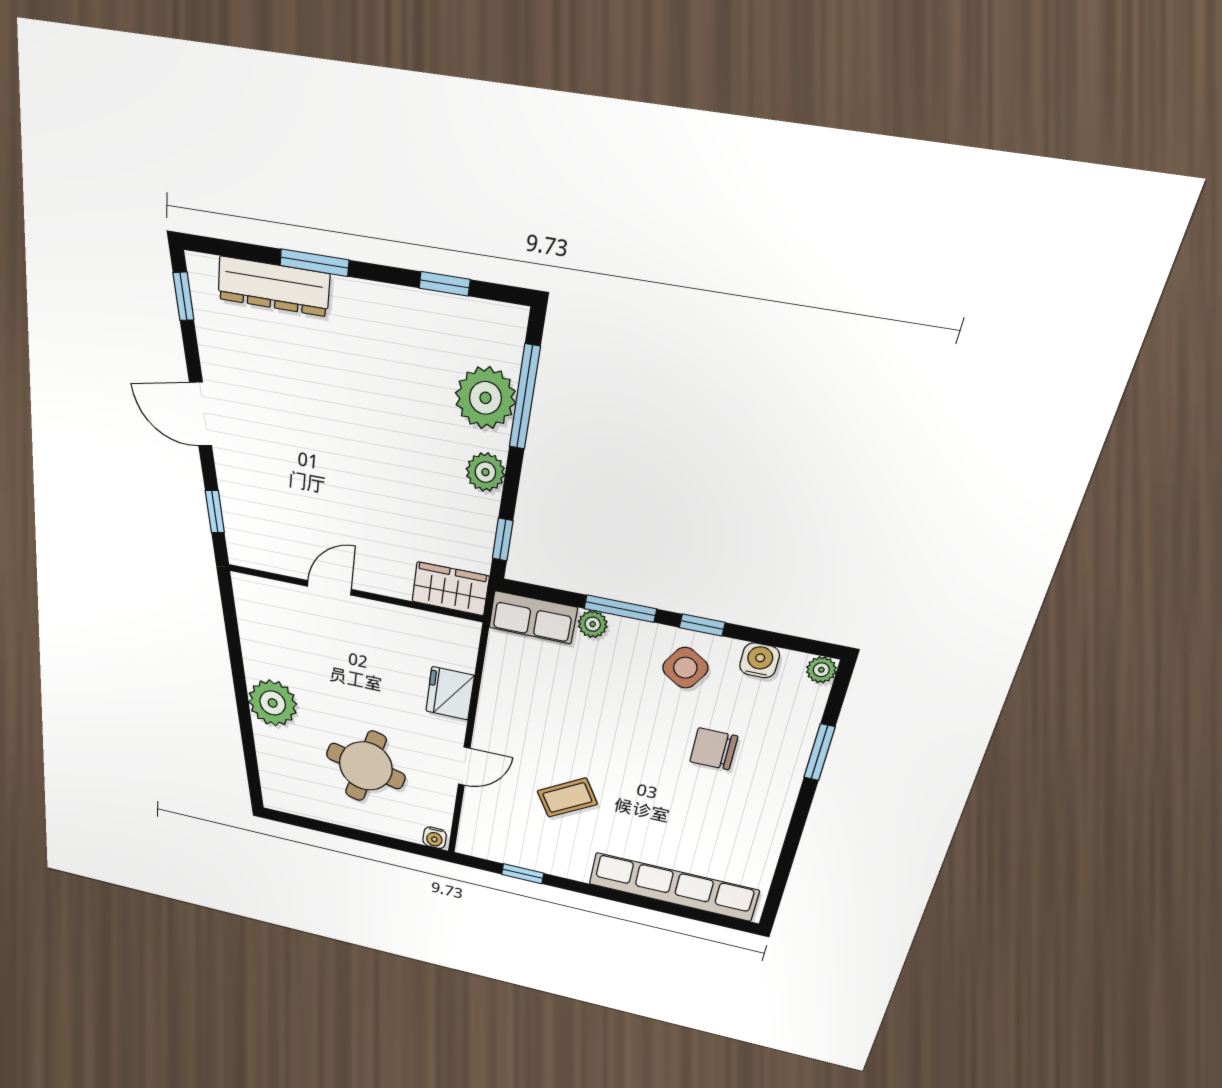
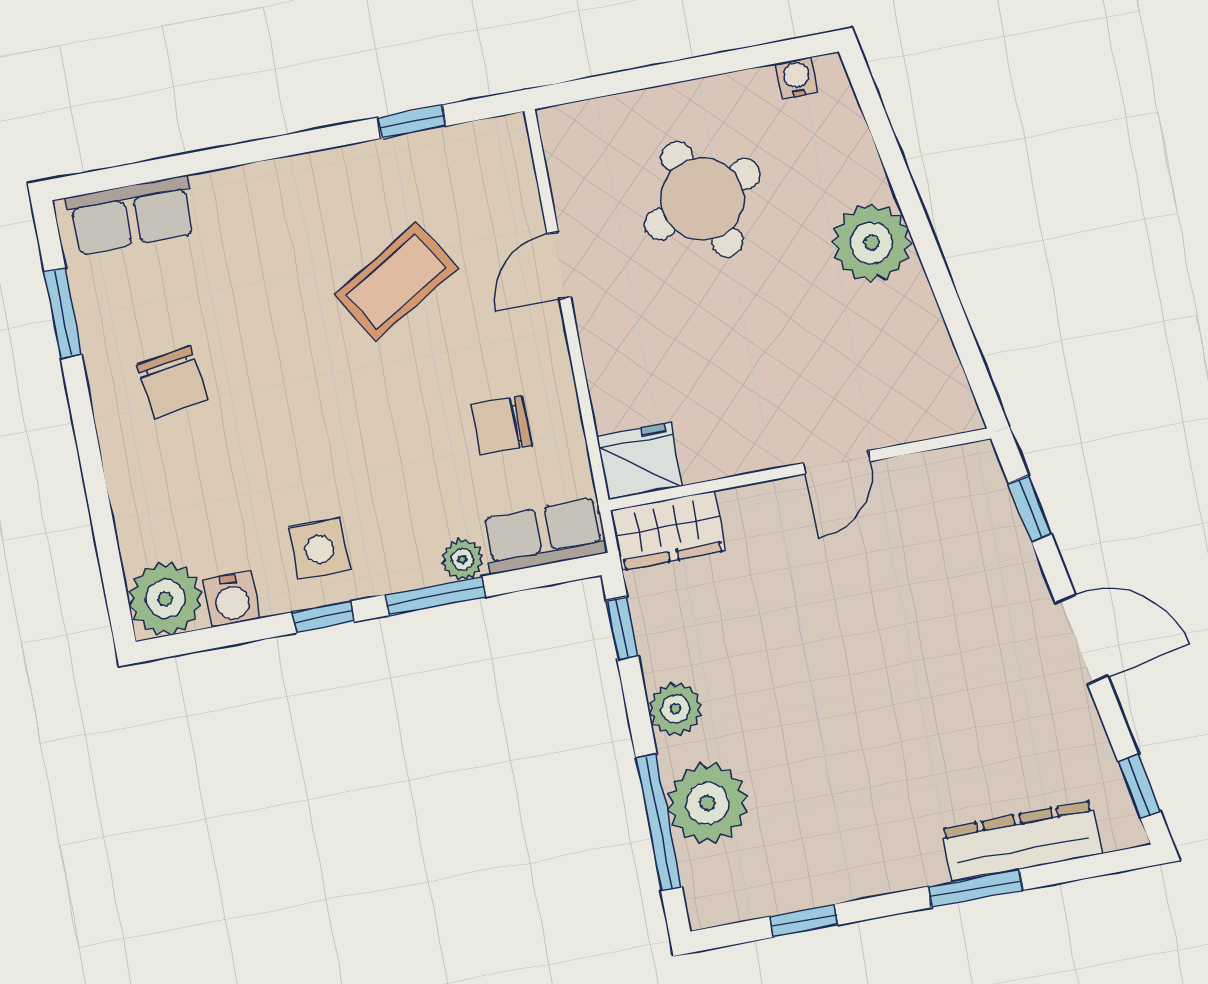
side table: (685, 668) -> (319, 549), turned -32
plant: (821, 670) -> (165, 599), width x1.88, depth x1.88
fridge: (450, 693) -> (639, 461), moved, turned -90
chair: (535, 693) -> (501, 425), added
chair: (714, 749) -> (172, 382), moved, turned 81
window: (819, 752) -> (63, 313), moved
round table: (366, 766) -> (702, 199), turned -33
coffee table: (567, 798) -> (396, 281), width x1.36, depth x1.30
water cooler: (435, 838) -> (797, 78), moved
row of seats: (673, 887) -> (131, 215), width x0.50

